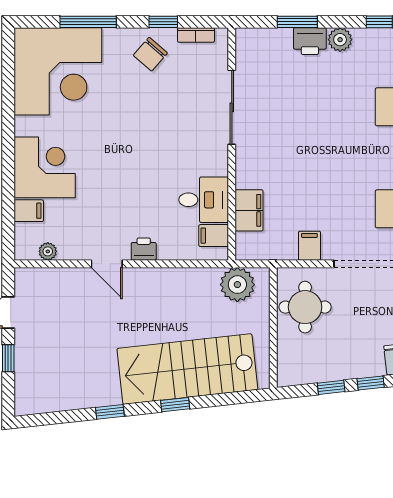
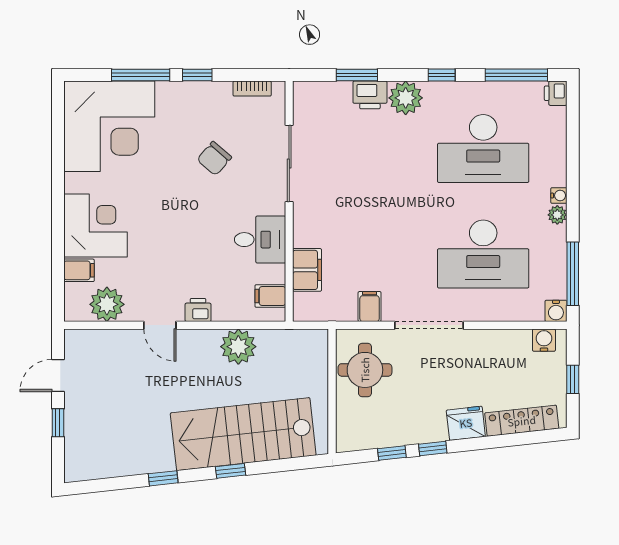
window: (163, 22) -> (197, 75), moved
plant: (340, 40) -> (406, 98), width x1.36, depth x1.36
chair: (150, 54) -> (214, 158), moved
desk: (204, 200) -> (260, 240), moved
plant: (48, 251) -> (107, 304), width x1.87, depth x1.87
plant: (237, 285) -> (238, 347), moved

